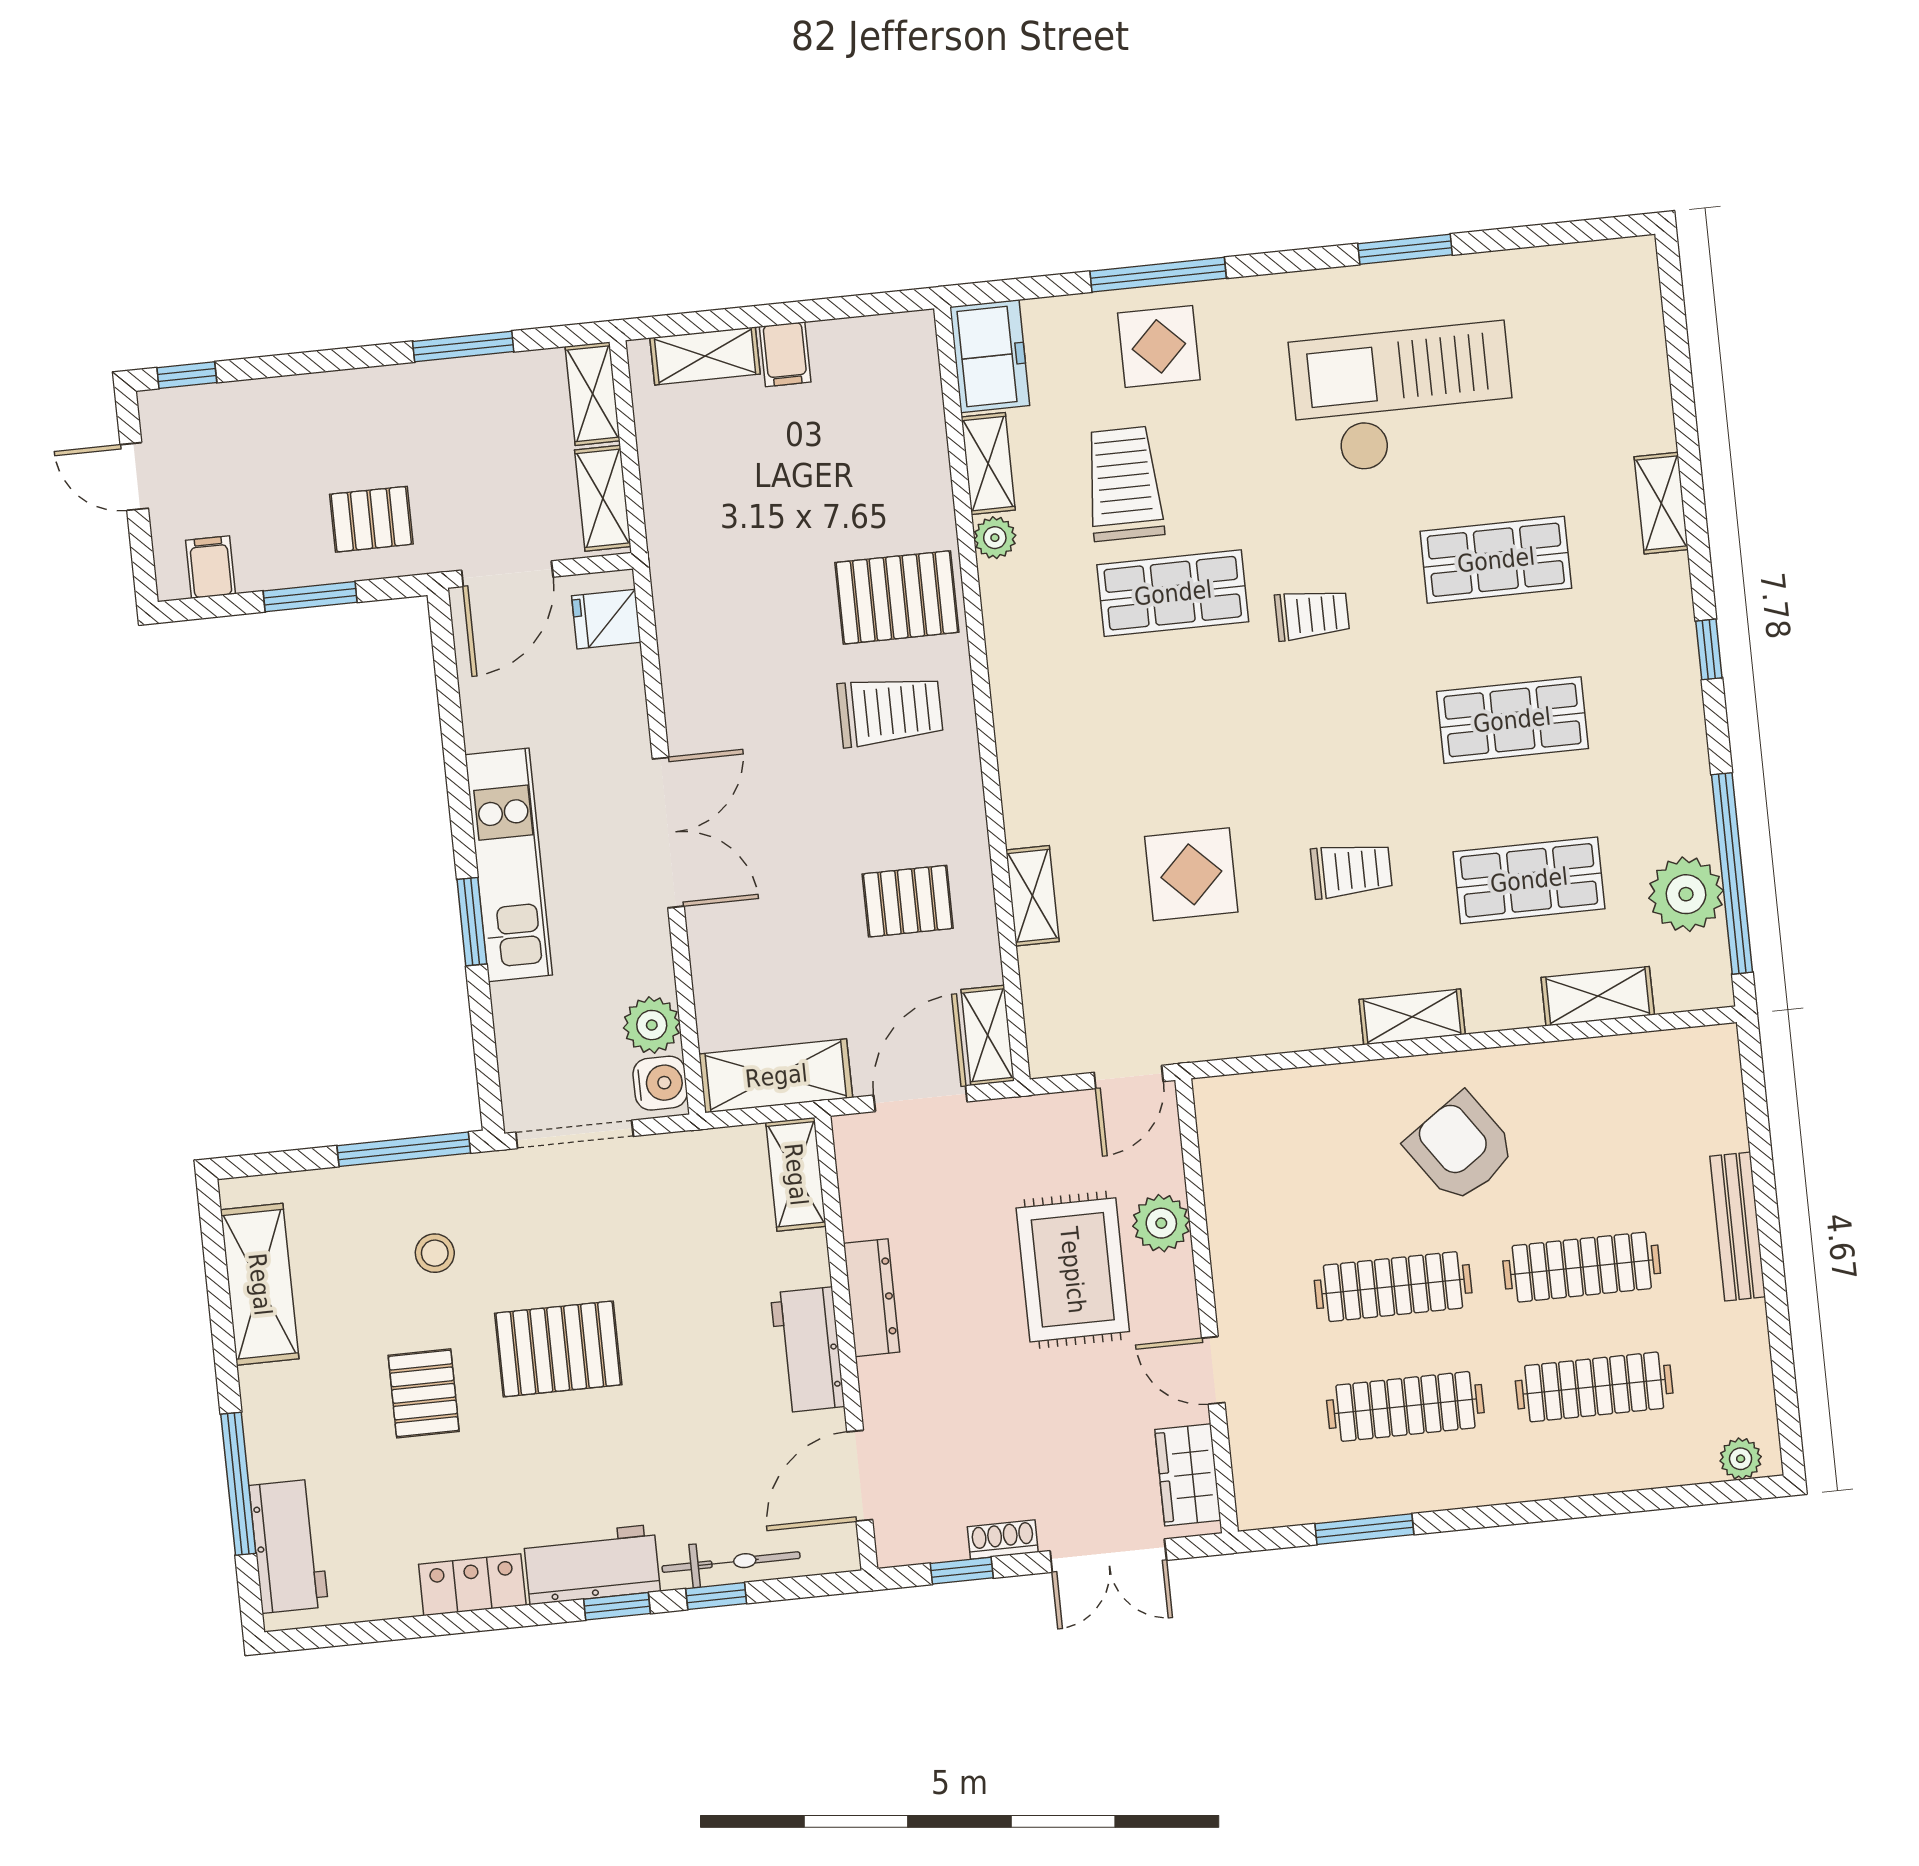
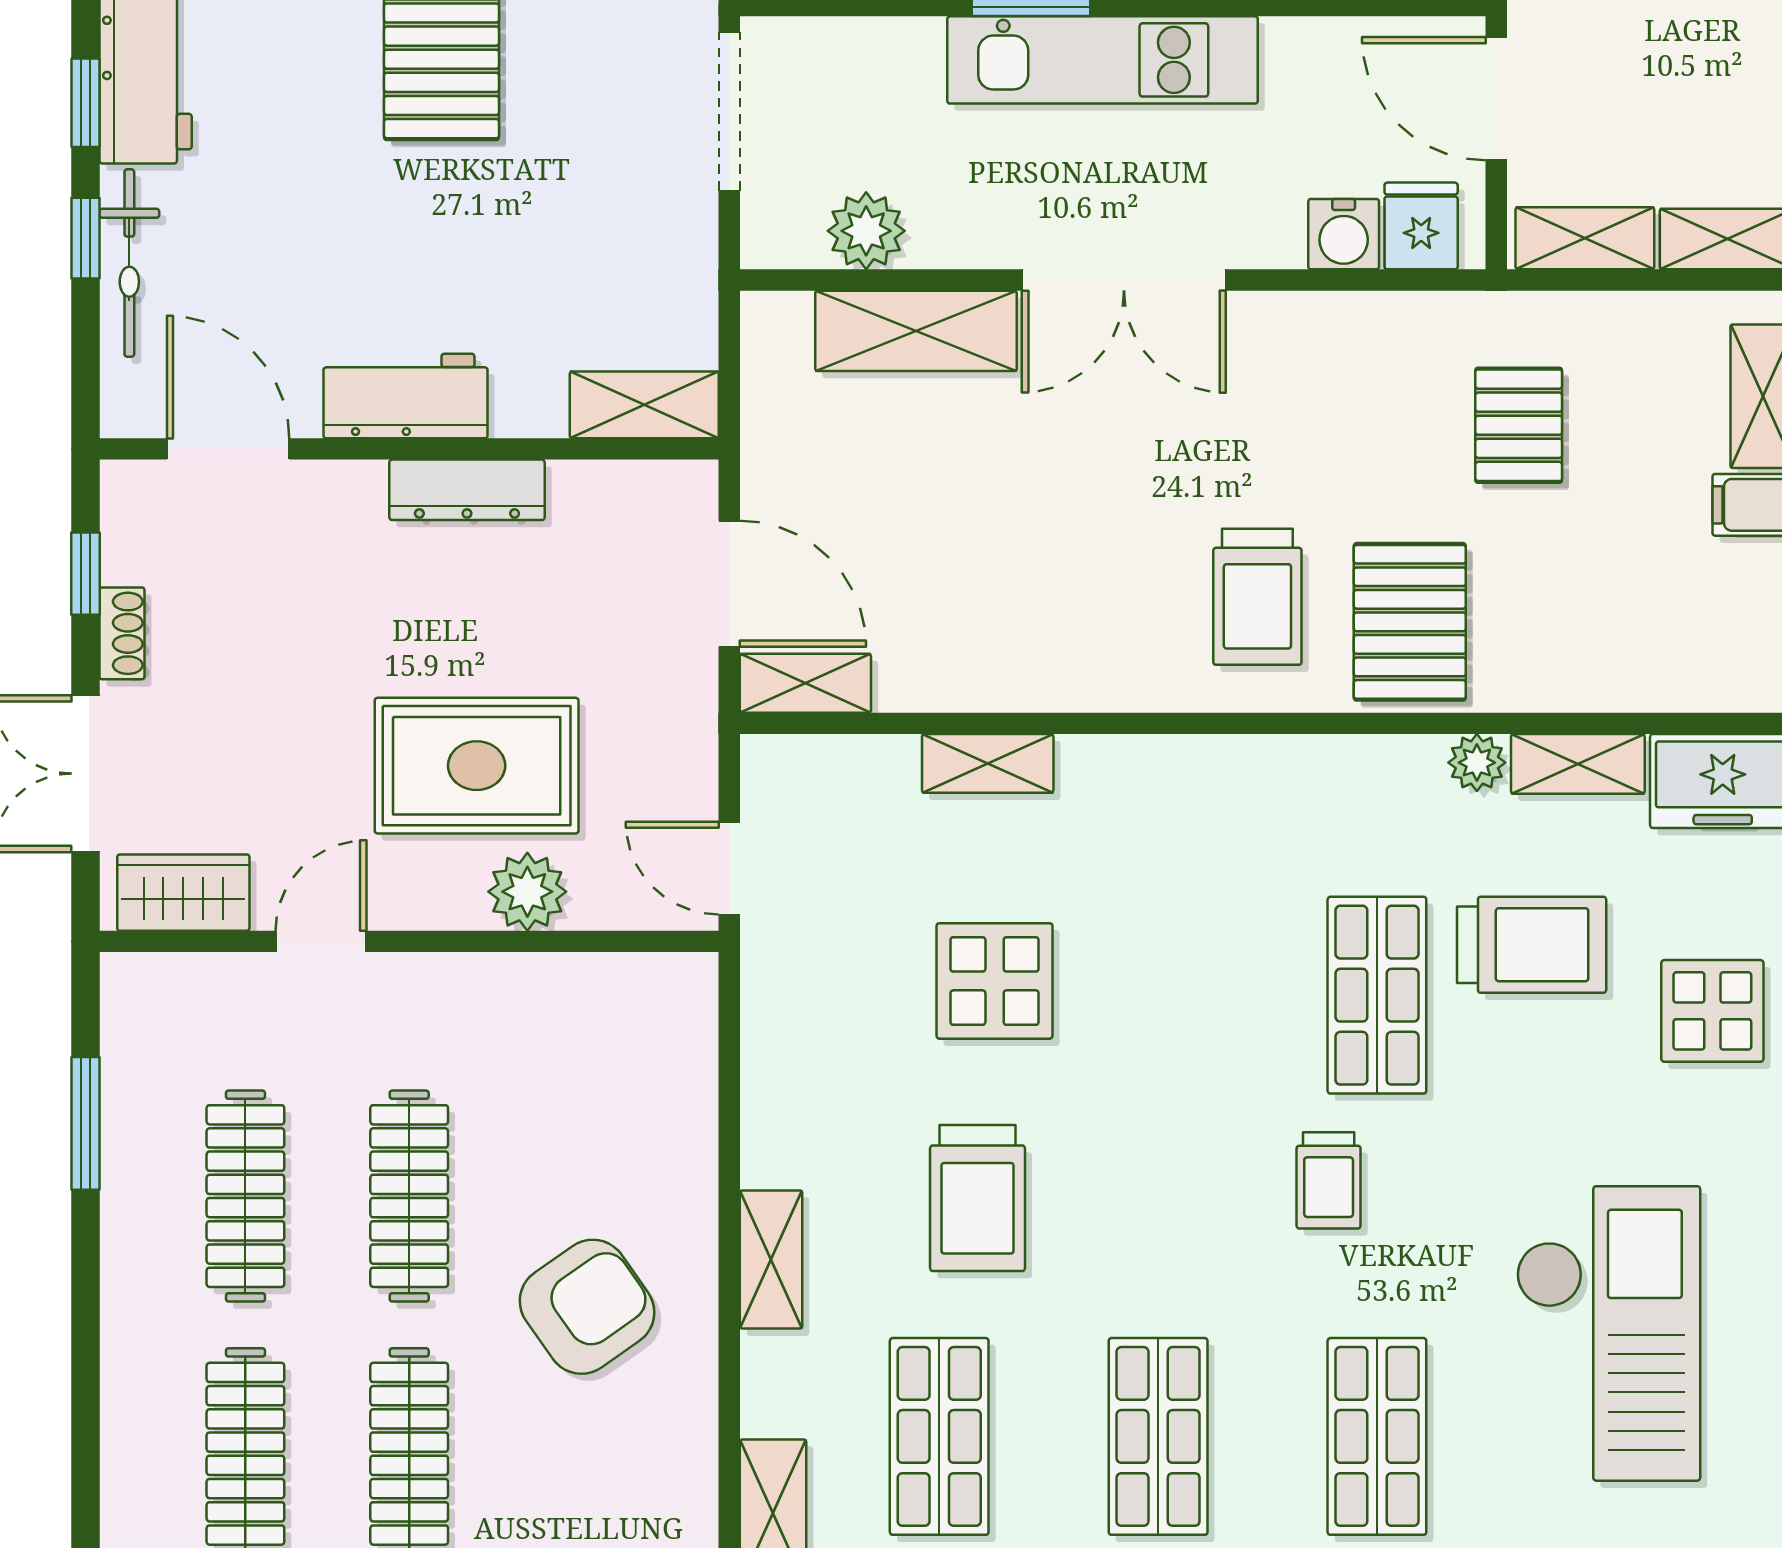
trolley: (1351, 870) -> (978, 1198), width x1.36, depth x1.39
pallet: (908, 901) -> (1519, 425), moved
shelving: (776, 1076) -> (916, 331), moved, turned 90
water cooler: (660, 1083) -> (1344, 234), moved

